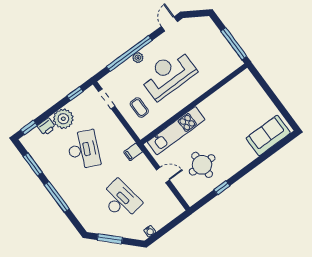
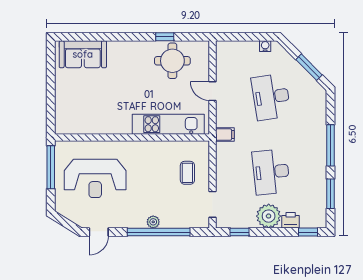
reception desk: (168, 74) -> (95, 178), moved
desk: (83, 150) -> (271, 172), turned -30
round table: (202, 165) -> (172, 61), moved

